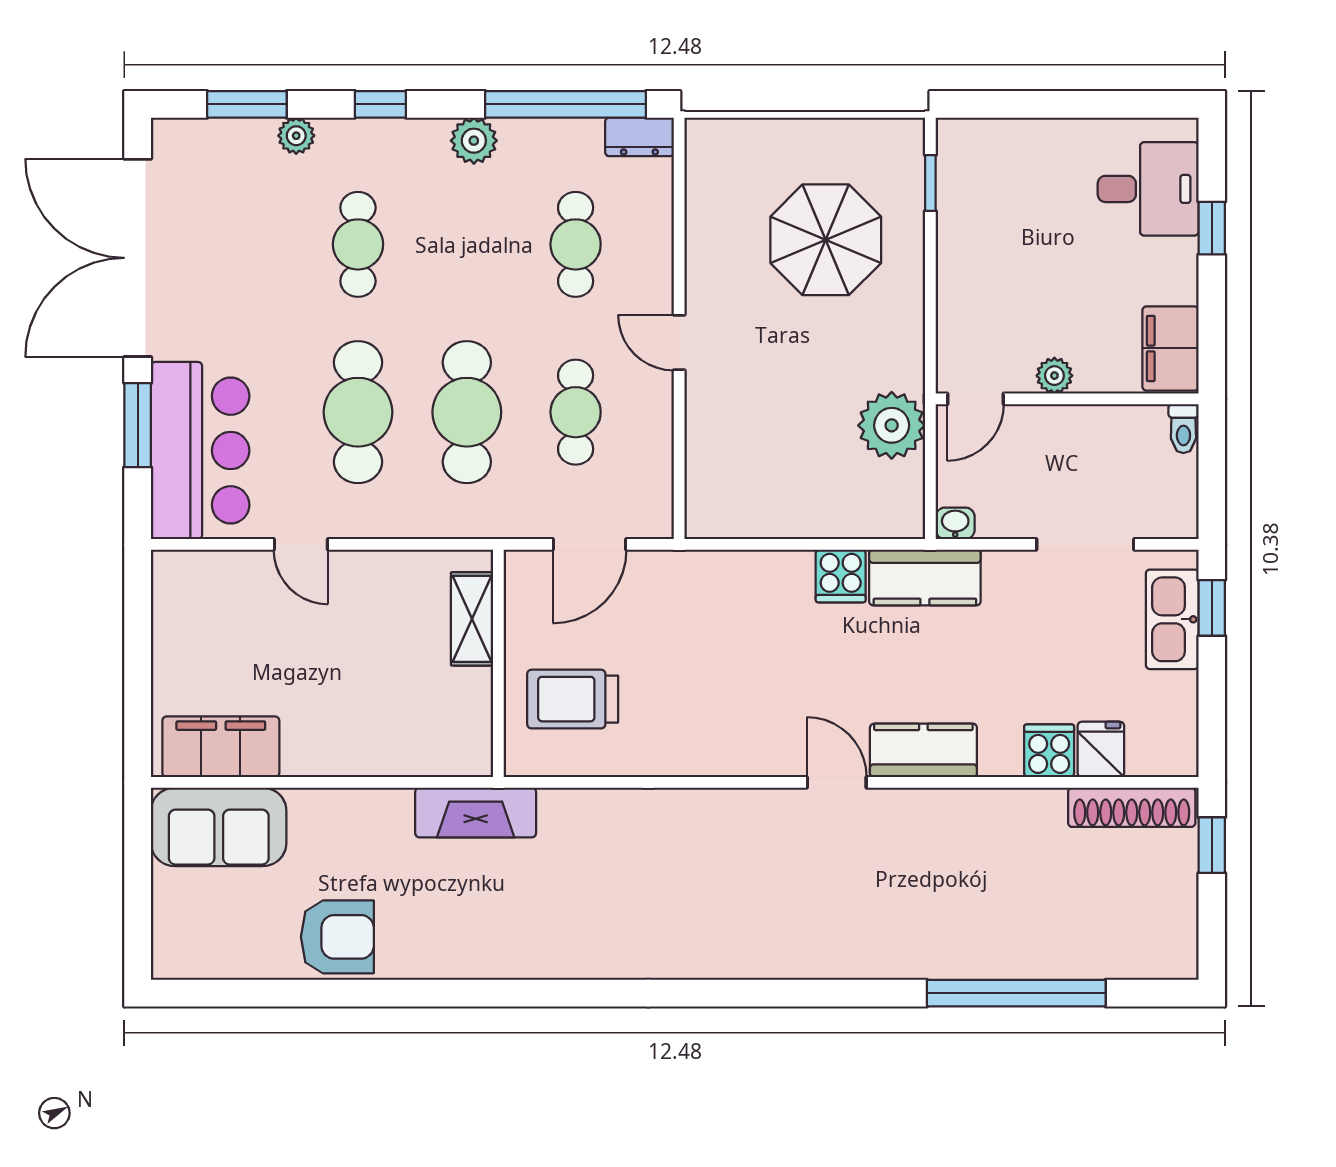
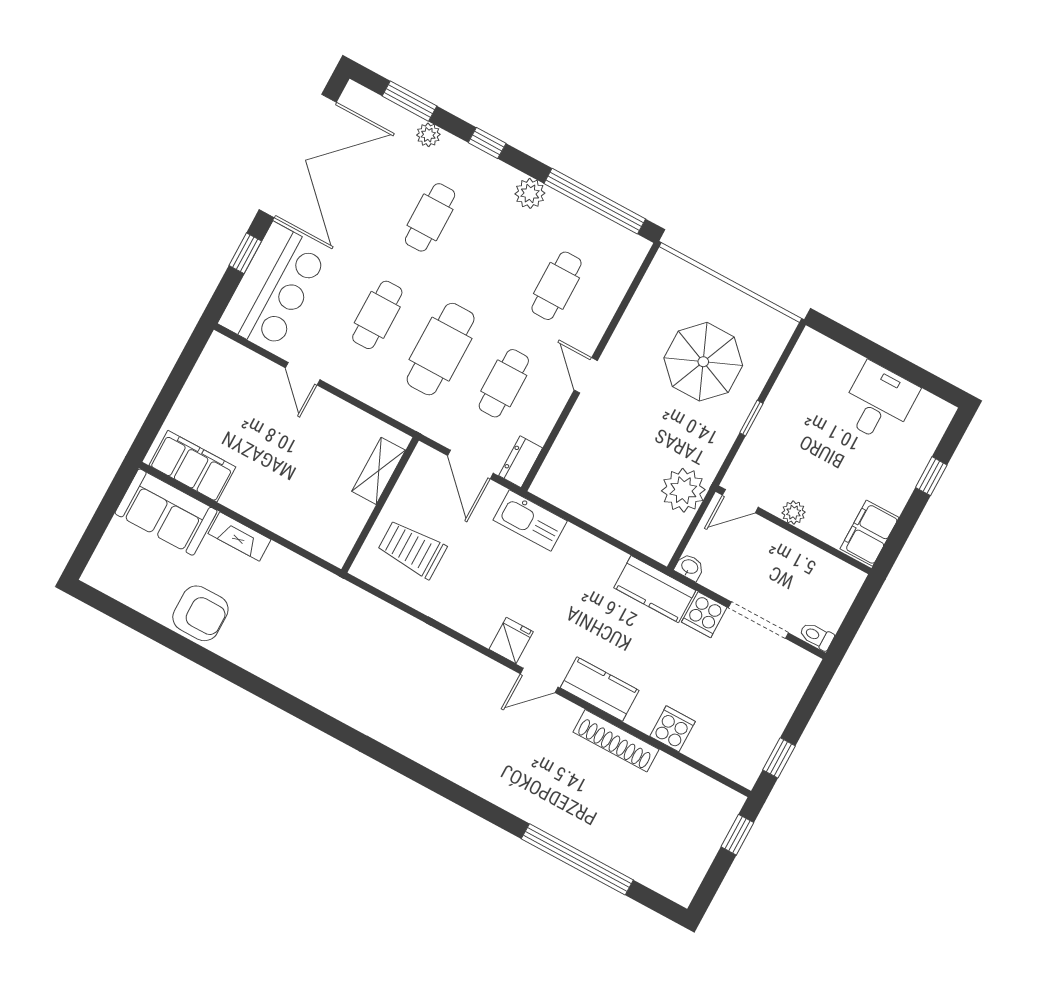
dresser: (639, 137) -> (521, 462), moved, turned 90
window: (930, 183) -> (751, 418), moved
desk: (1148, 189) -> (879, 403), moved, turned -90
double door: (138, 258) -> (298, 156), swing flipped
cafe table: (358, 412) -> (377, 315), width x0.73, depth x0.74
window: (138, 425) -> (245, 253), width x0.67
toilet: (1183, 429) -> (817, 636), moved, turned 90
door: (590, 544) -> (470, 464), hinge flipped
cooker: (841, 576) -> (704, 615), moved
window: (1212, 608) -> (779, 758), moved
kitchen sink: (1172, 619) -> (530, 520), moved, turned -90
fridge: (1101, 749) -> (511, 641), moved
door: (837, 782) -> (539, 680), swing flipped
shoe rack: (1132, 807) -> (616, 741), moved
fireplace: (476, 813) -> (240, 537), moved, width x0.73, depth x0.76

